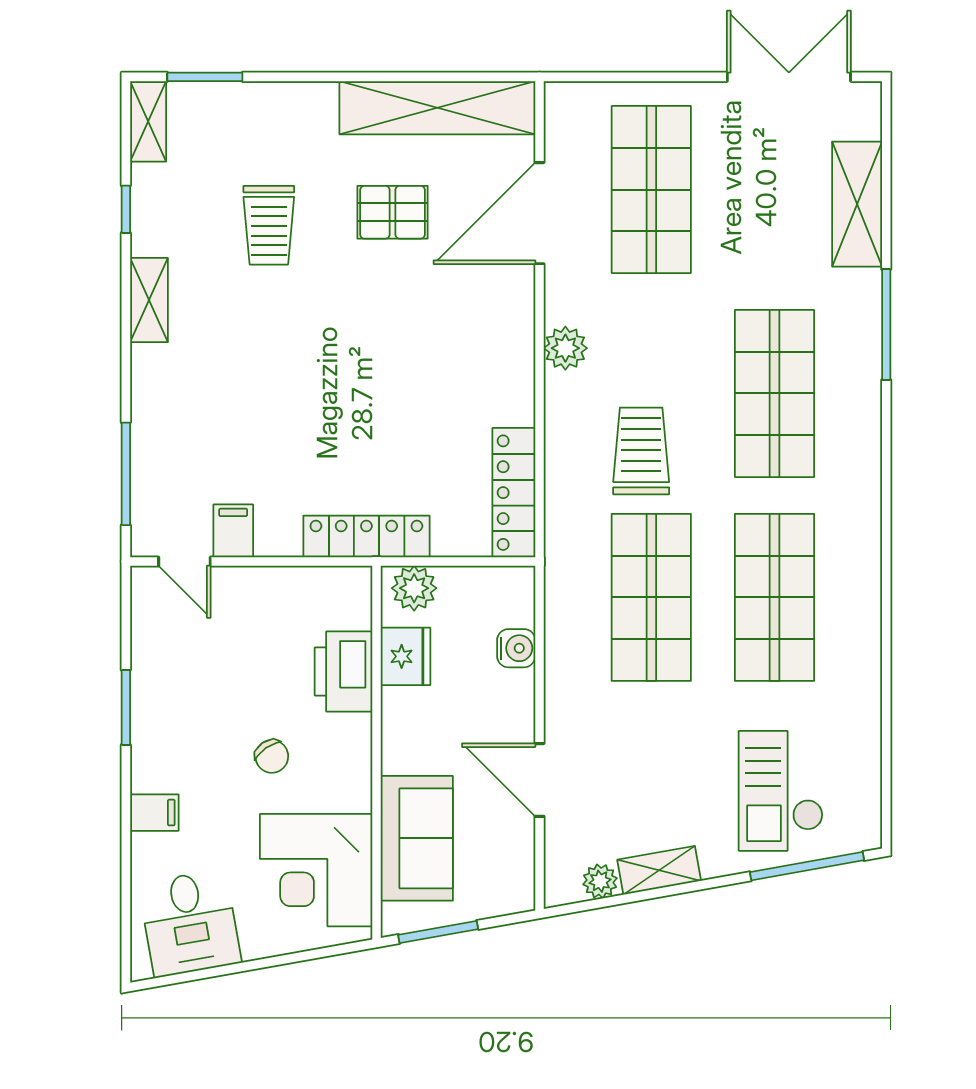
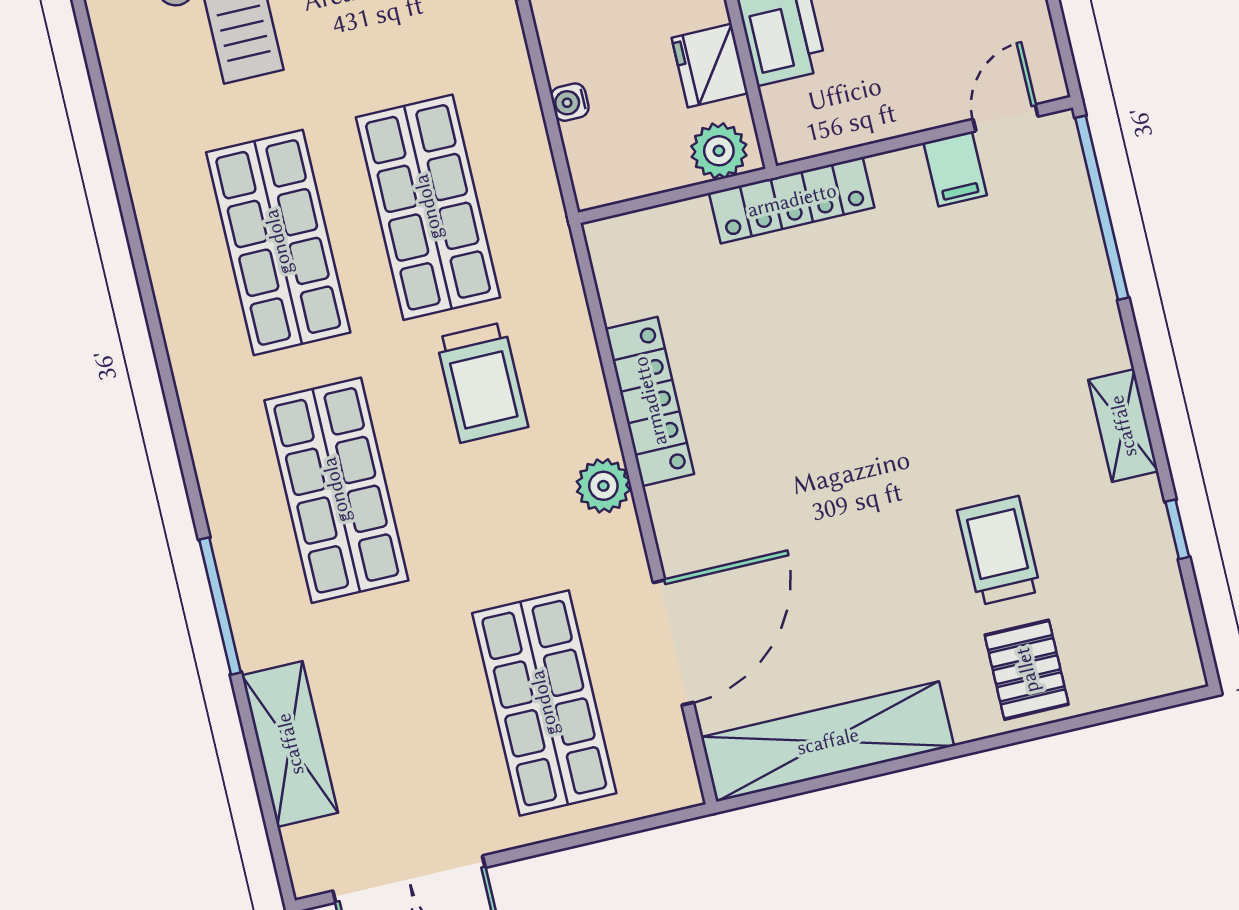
window: (205, 77) -> (1119, 713), removed
shelving: (148, 121) -> (1175, 643), removed
pallet: (392, 212) -> (1027, 670), moved, turned 90
window: (126, 474) -> (1102, 208), width x1.46
locker: (514, 493) -> (650, 401), moved
door: (184, 562) -> (1006, 118), hinge flipped
water cooler: (516, 648) -> (570, 102), width x0.72, depth x0.72

